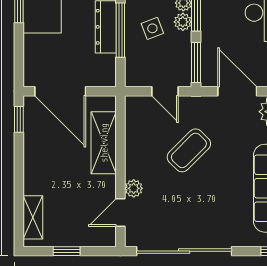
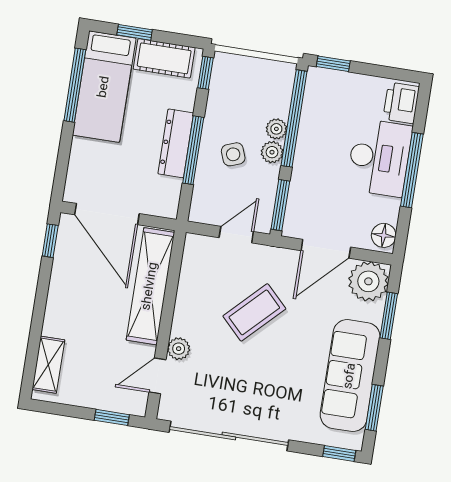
door: (165, 91) -> (236, 235), swing flipped
door: (237, 91) -> (326, 249), swing flipped
shelving: (104, 143) -> (150, 286), width x1.47
window: (67, 251) -> (112, 417), moved

